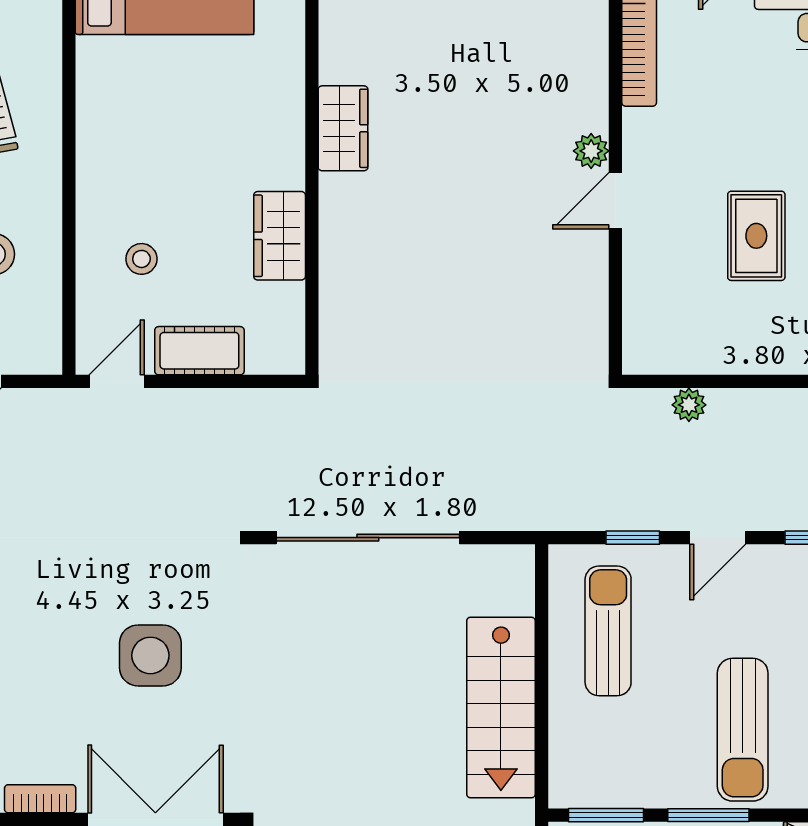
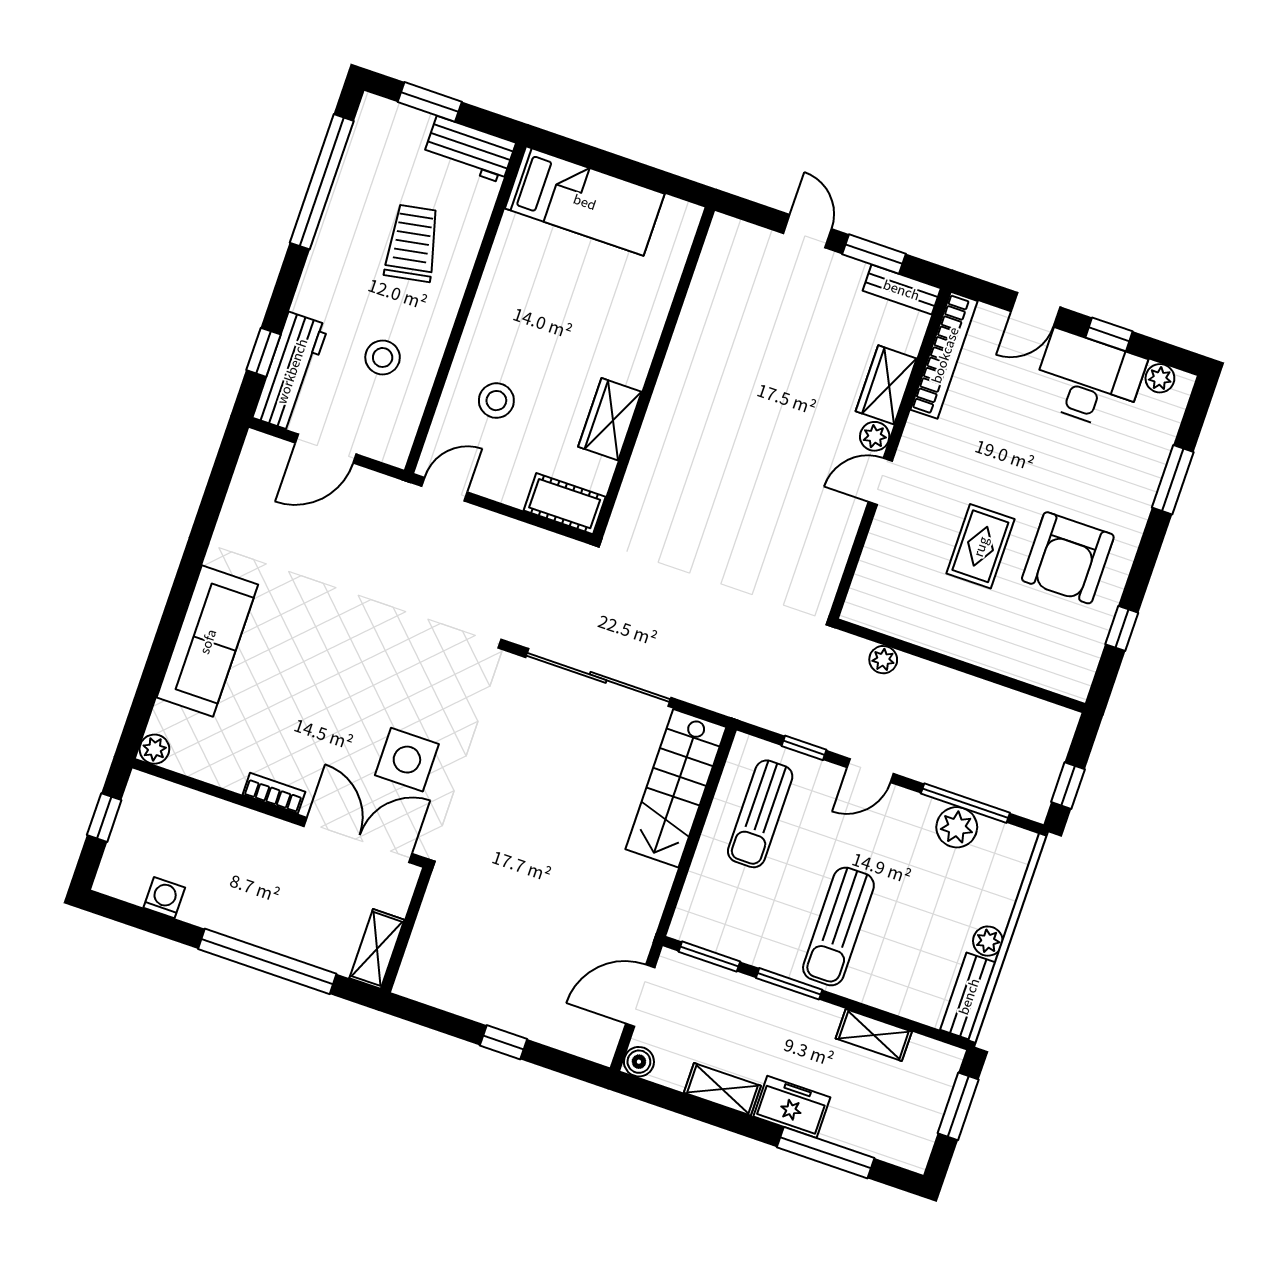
wardrobe: (343, 128) -> (886, 385), moved, turned 180
stool: (141, 259) -> (496, 401), width x1.37, depth x1.37
cot: (199, 351) -> (565, 504), moved
sun lounger: (608, 631) -> (760, 814), turned 180
side table: (150, 655) -> (407, 760), moved
stairs: (501, 707) -> (676, 788), moved

